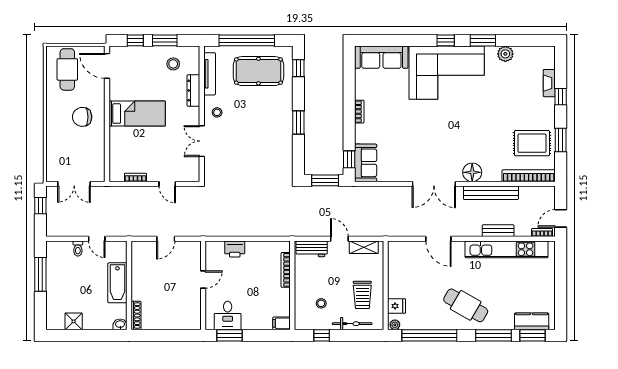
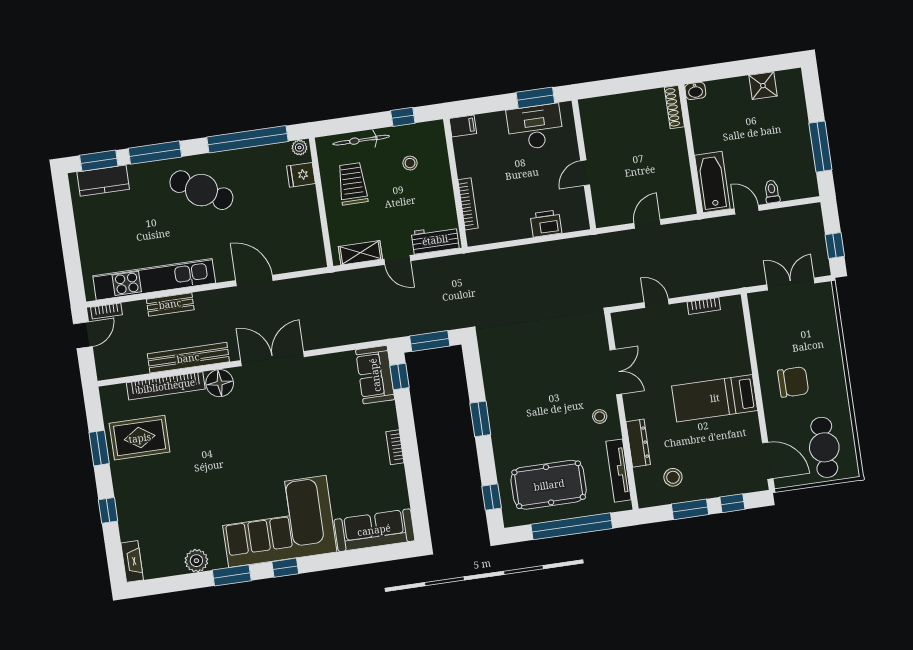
fireplace: (549, 83) -> (132, 561), moved
bookcase: (529, 176) -> (166, 386), moved
bathtub: (117, 283) -> (712, 182), moved
desk: (228, 316) -> (535, 127), width x1.37

